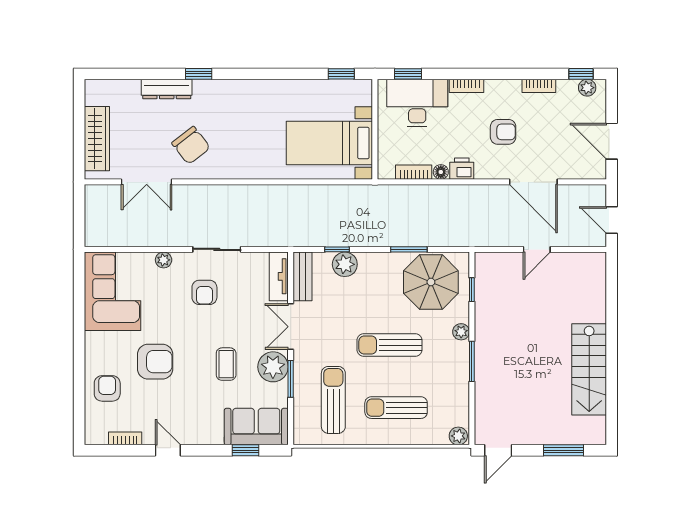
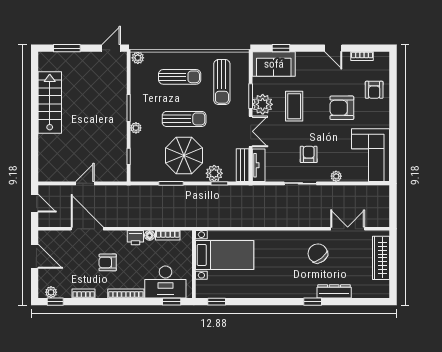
bookcase: (466, 86) -> (126, 293), width x1.56
parasol: (431, 282) -> (184, 156), moved
coffee table: (226, 364) -> (294, 106), width x1.36, depth x1.30

